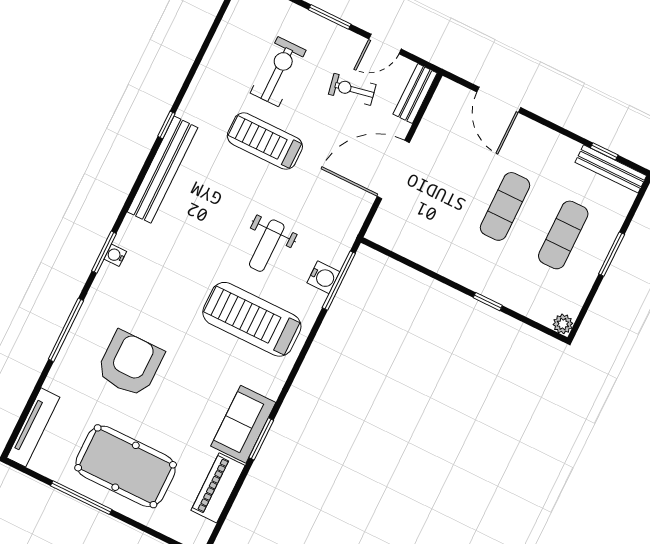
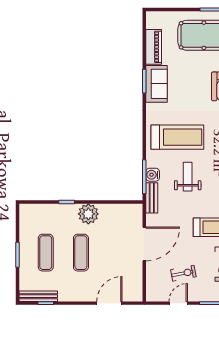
bench: (415, 94) -> (152, 198), moved
door: (499, 100) -> (109, 303), hinge flipped
plant: (563, 324) -> (88, 214), moved, width x1.87, depth x1.87

